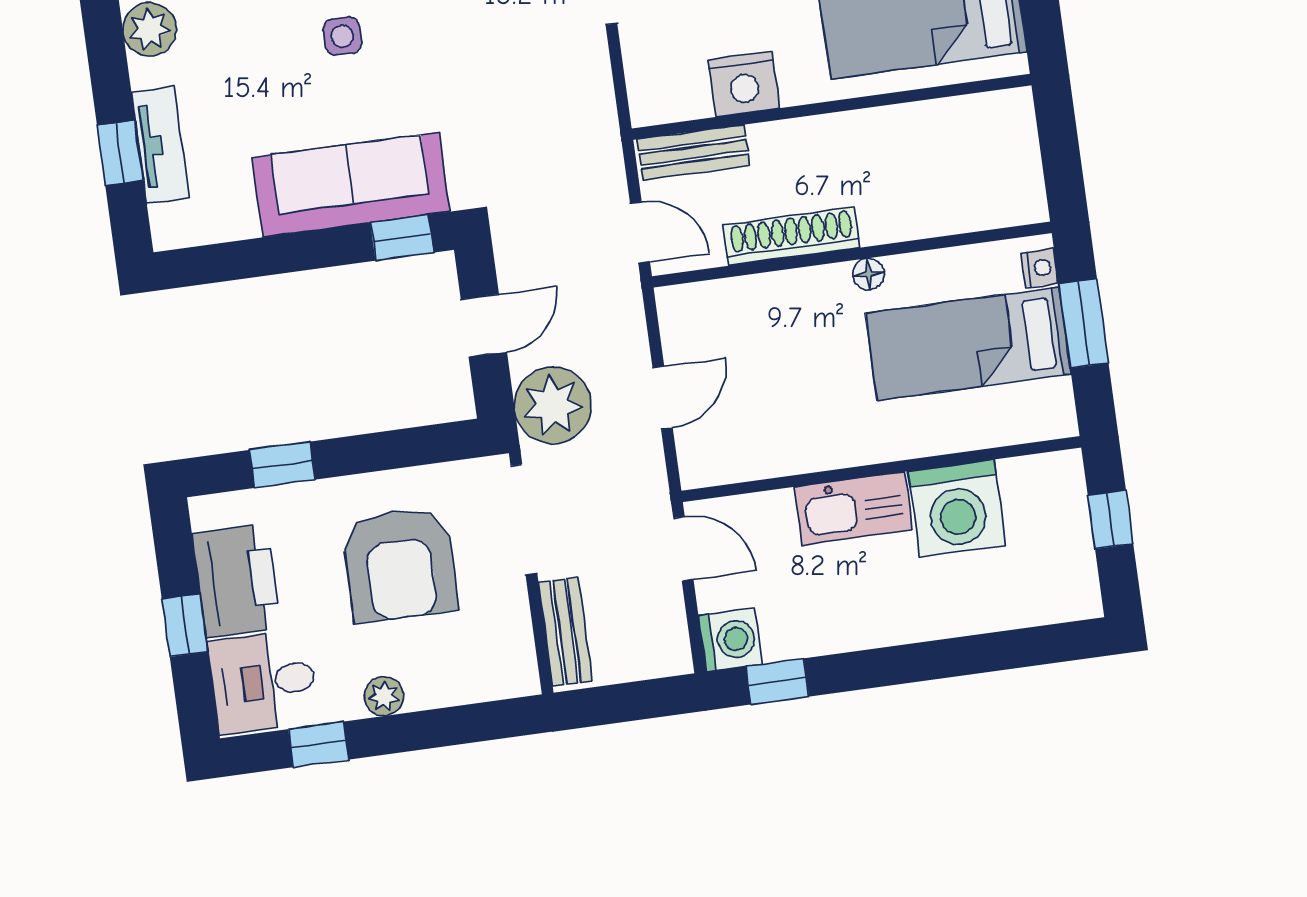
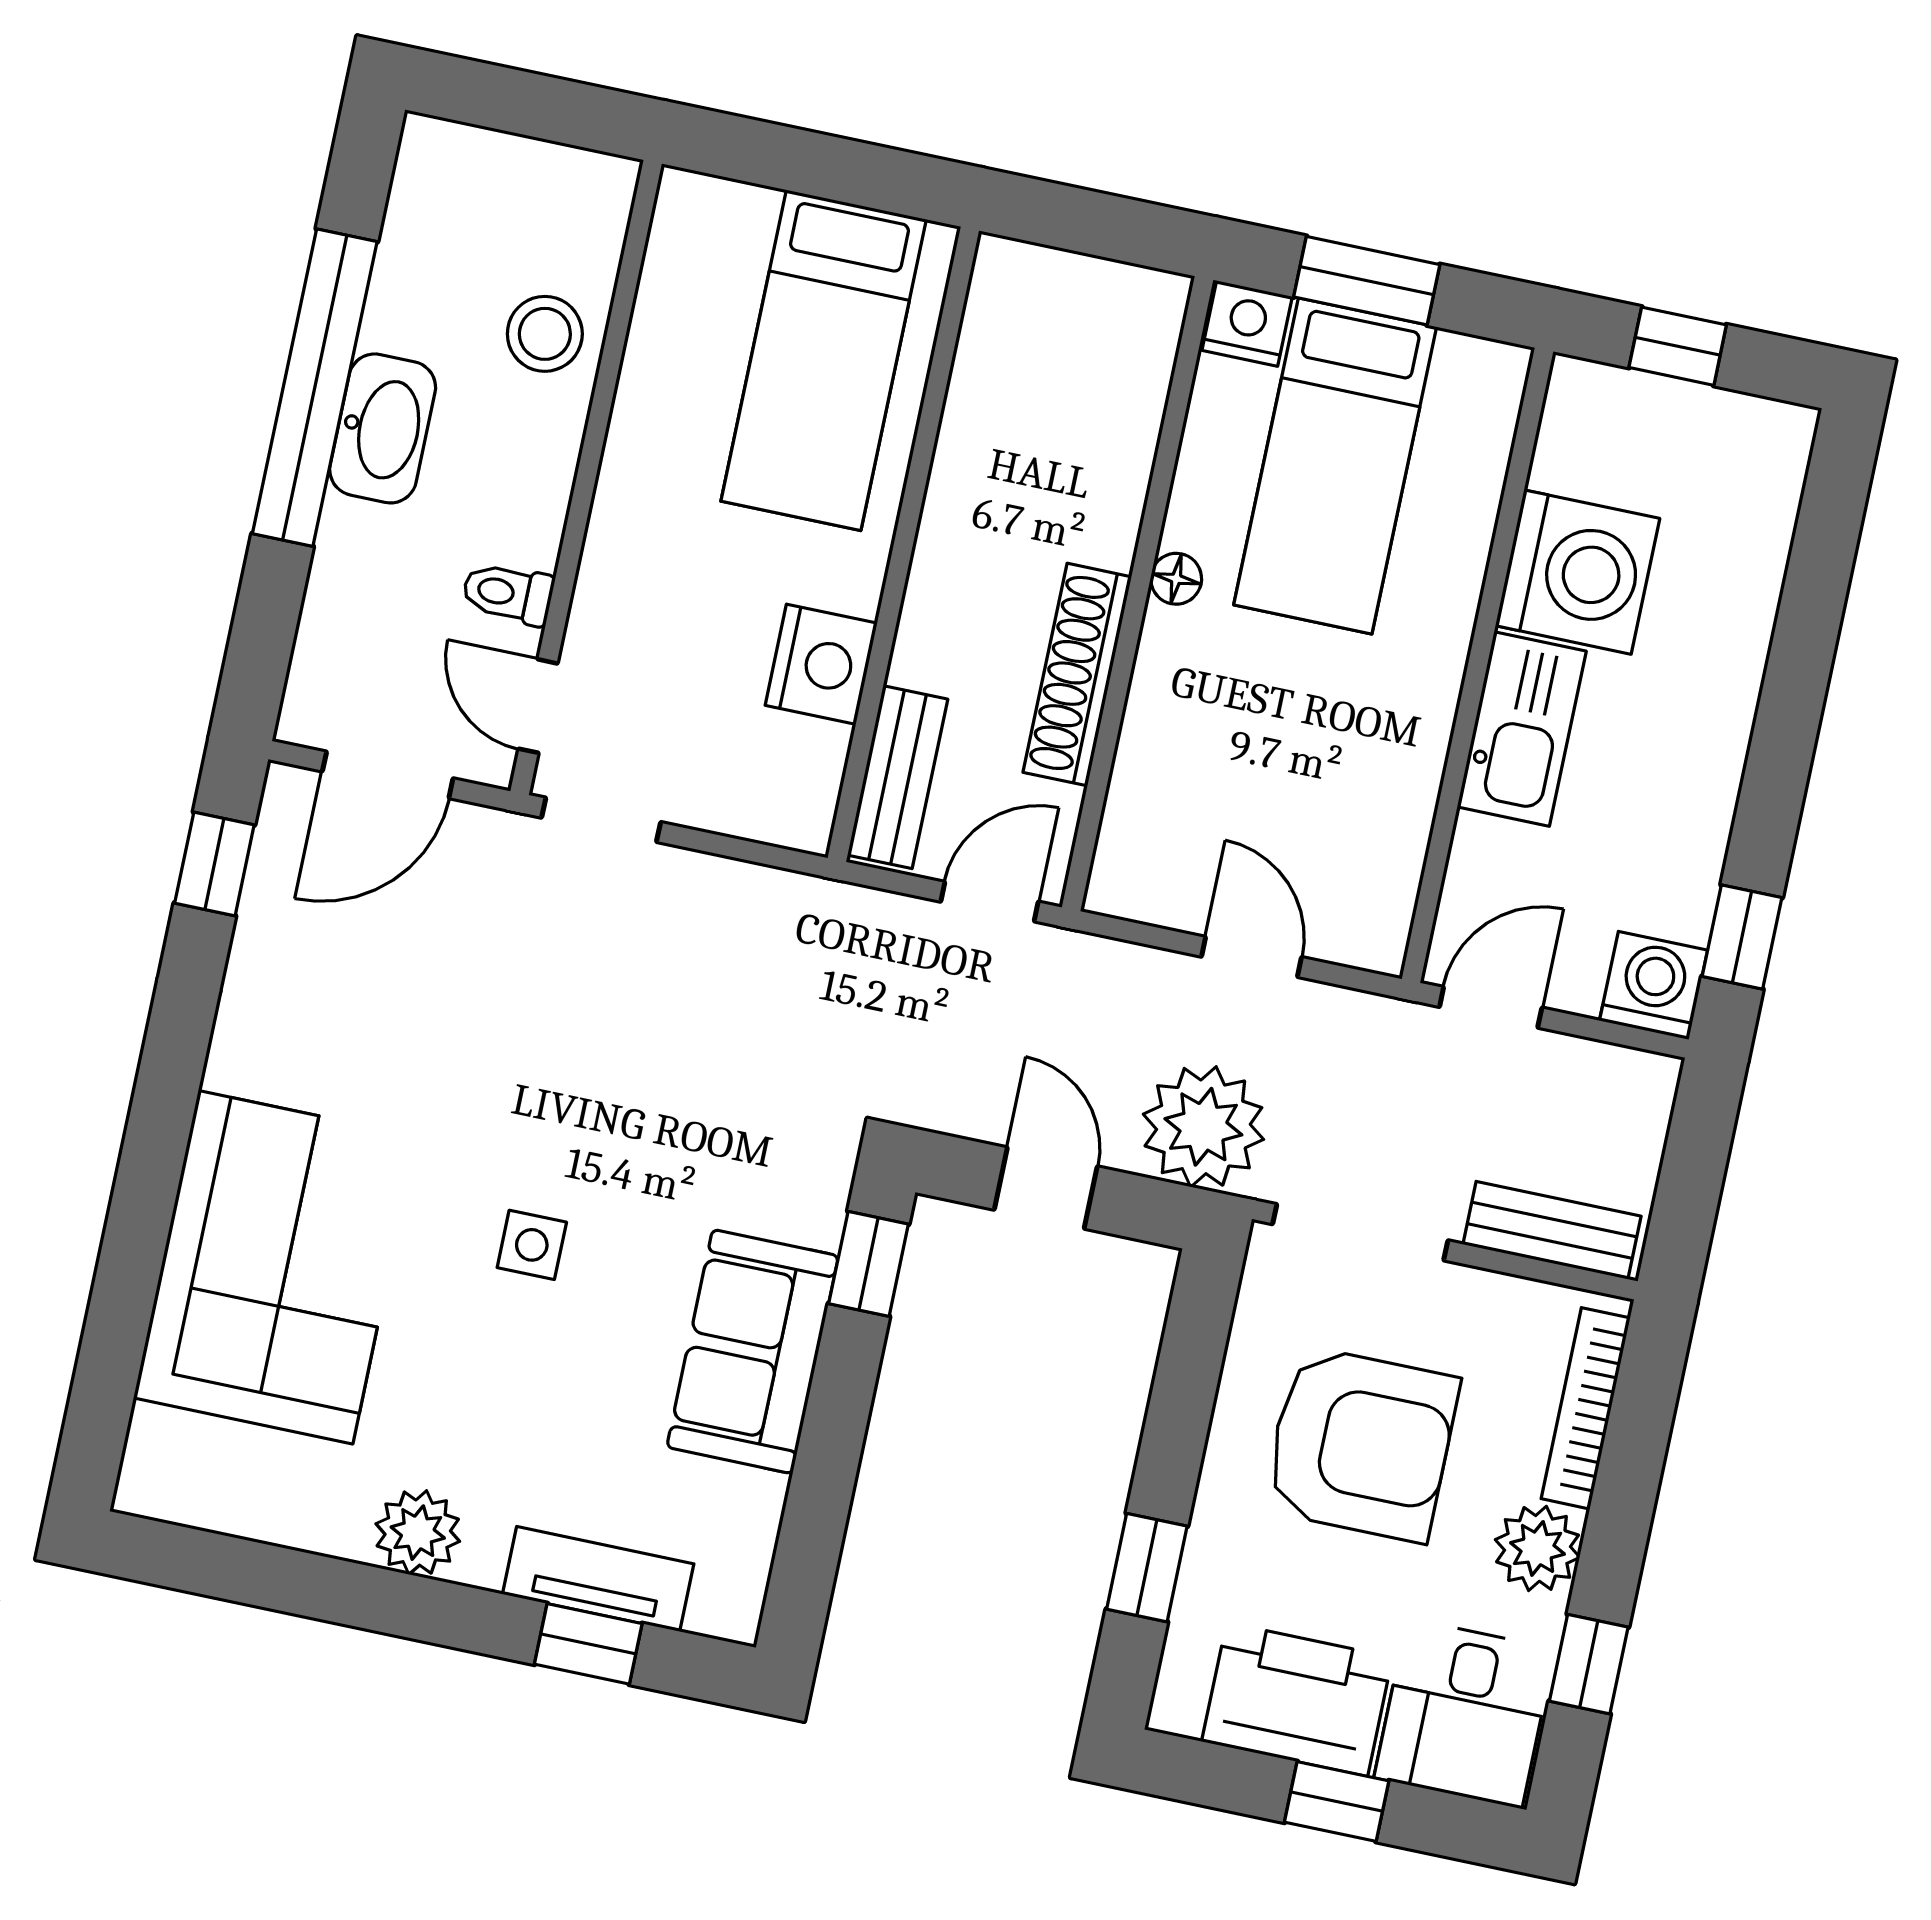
sofa: (351, 185) -> (753, 1352), width x0.73
nightstand: (1040, 268) -> (1247, 323), width x1.39, depth x1.35
bookcase: (468, 689) -> (1586, 1408), added
plant: (384, 696) -> (1537, 1548), width x1.38, depth x1.38

